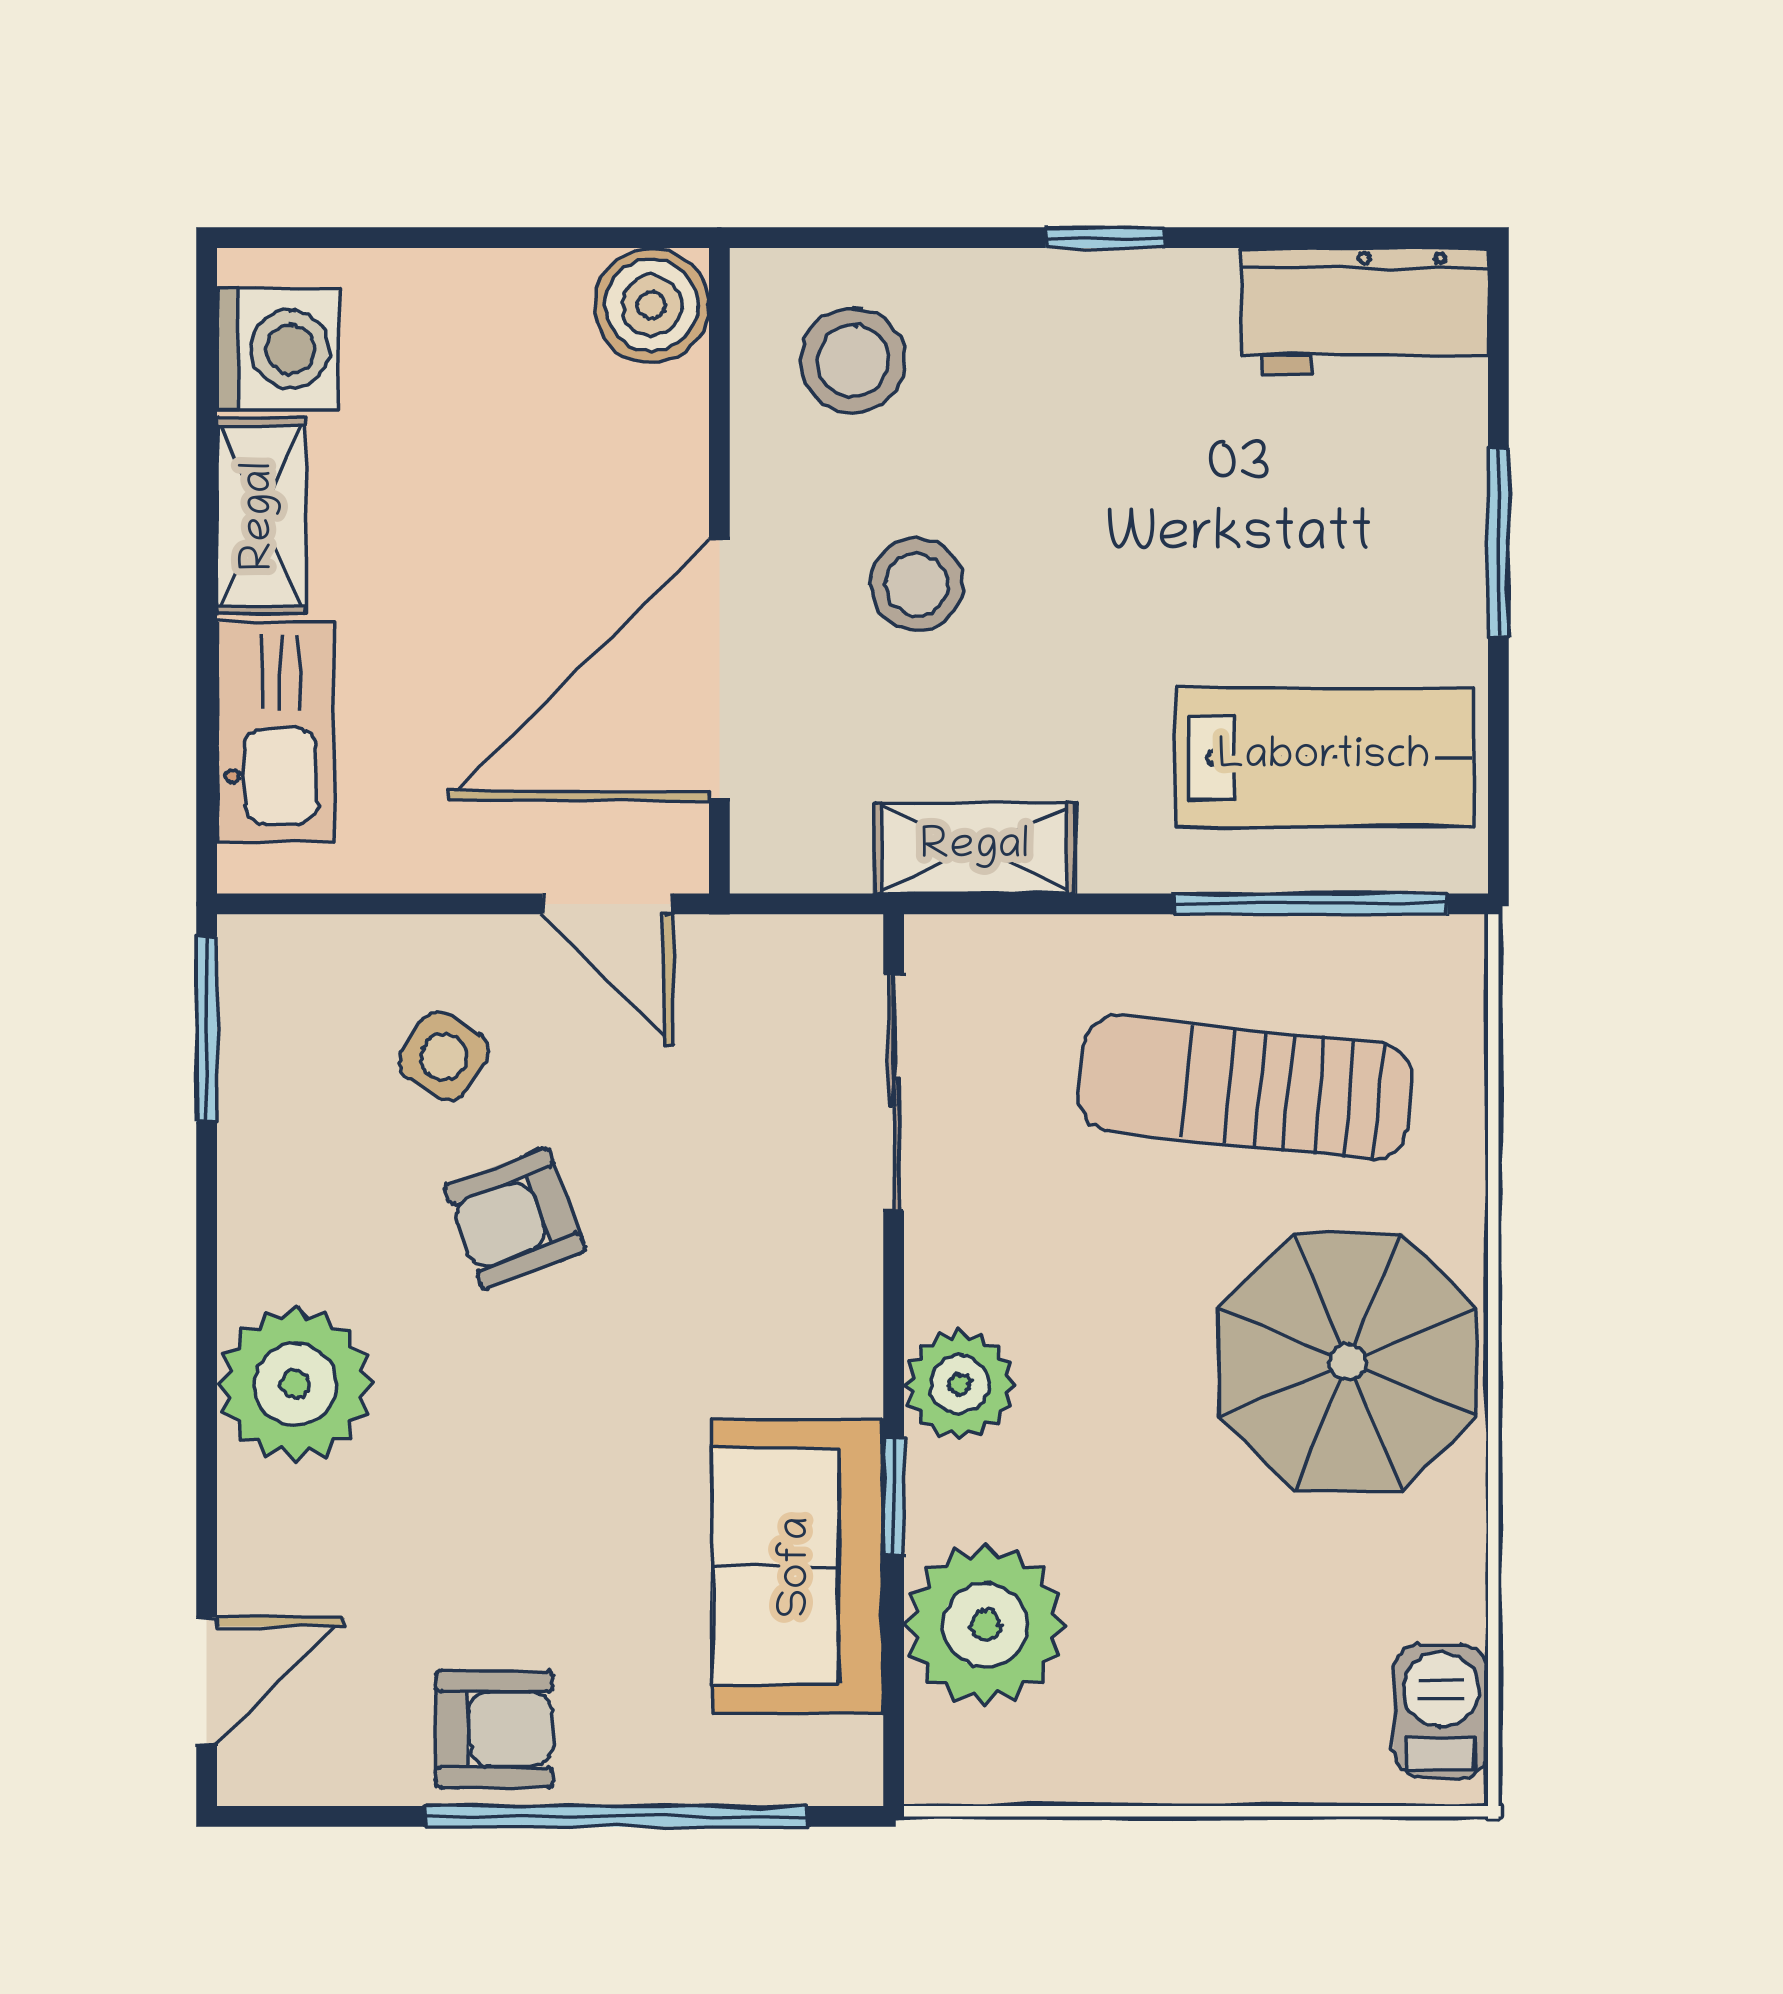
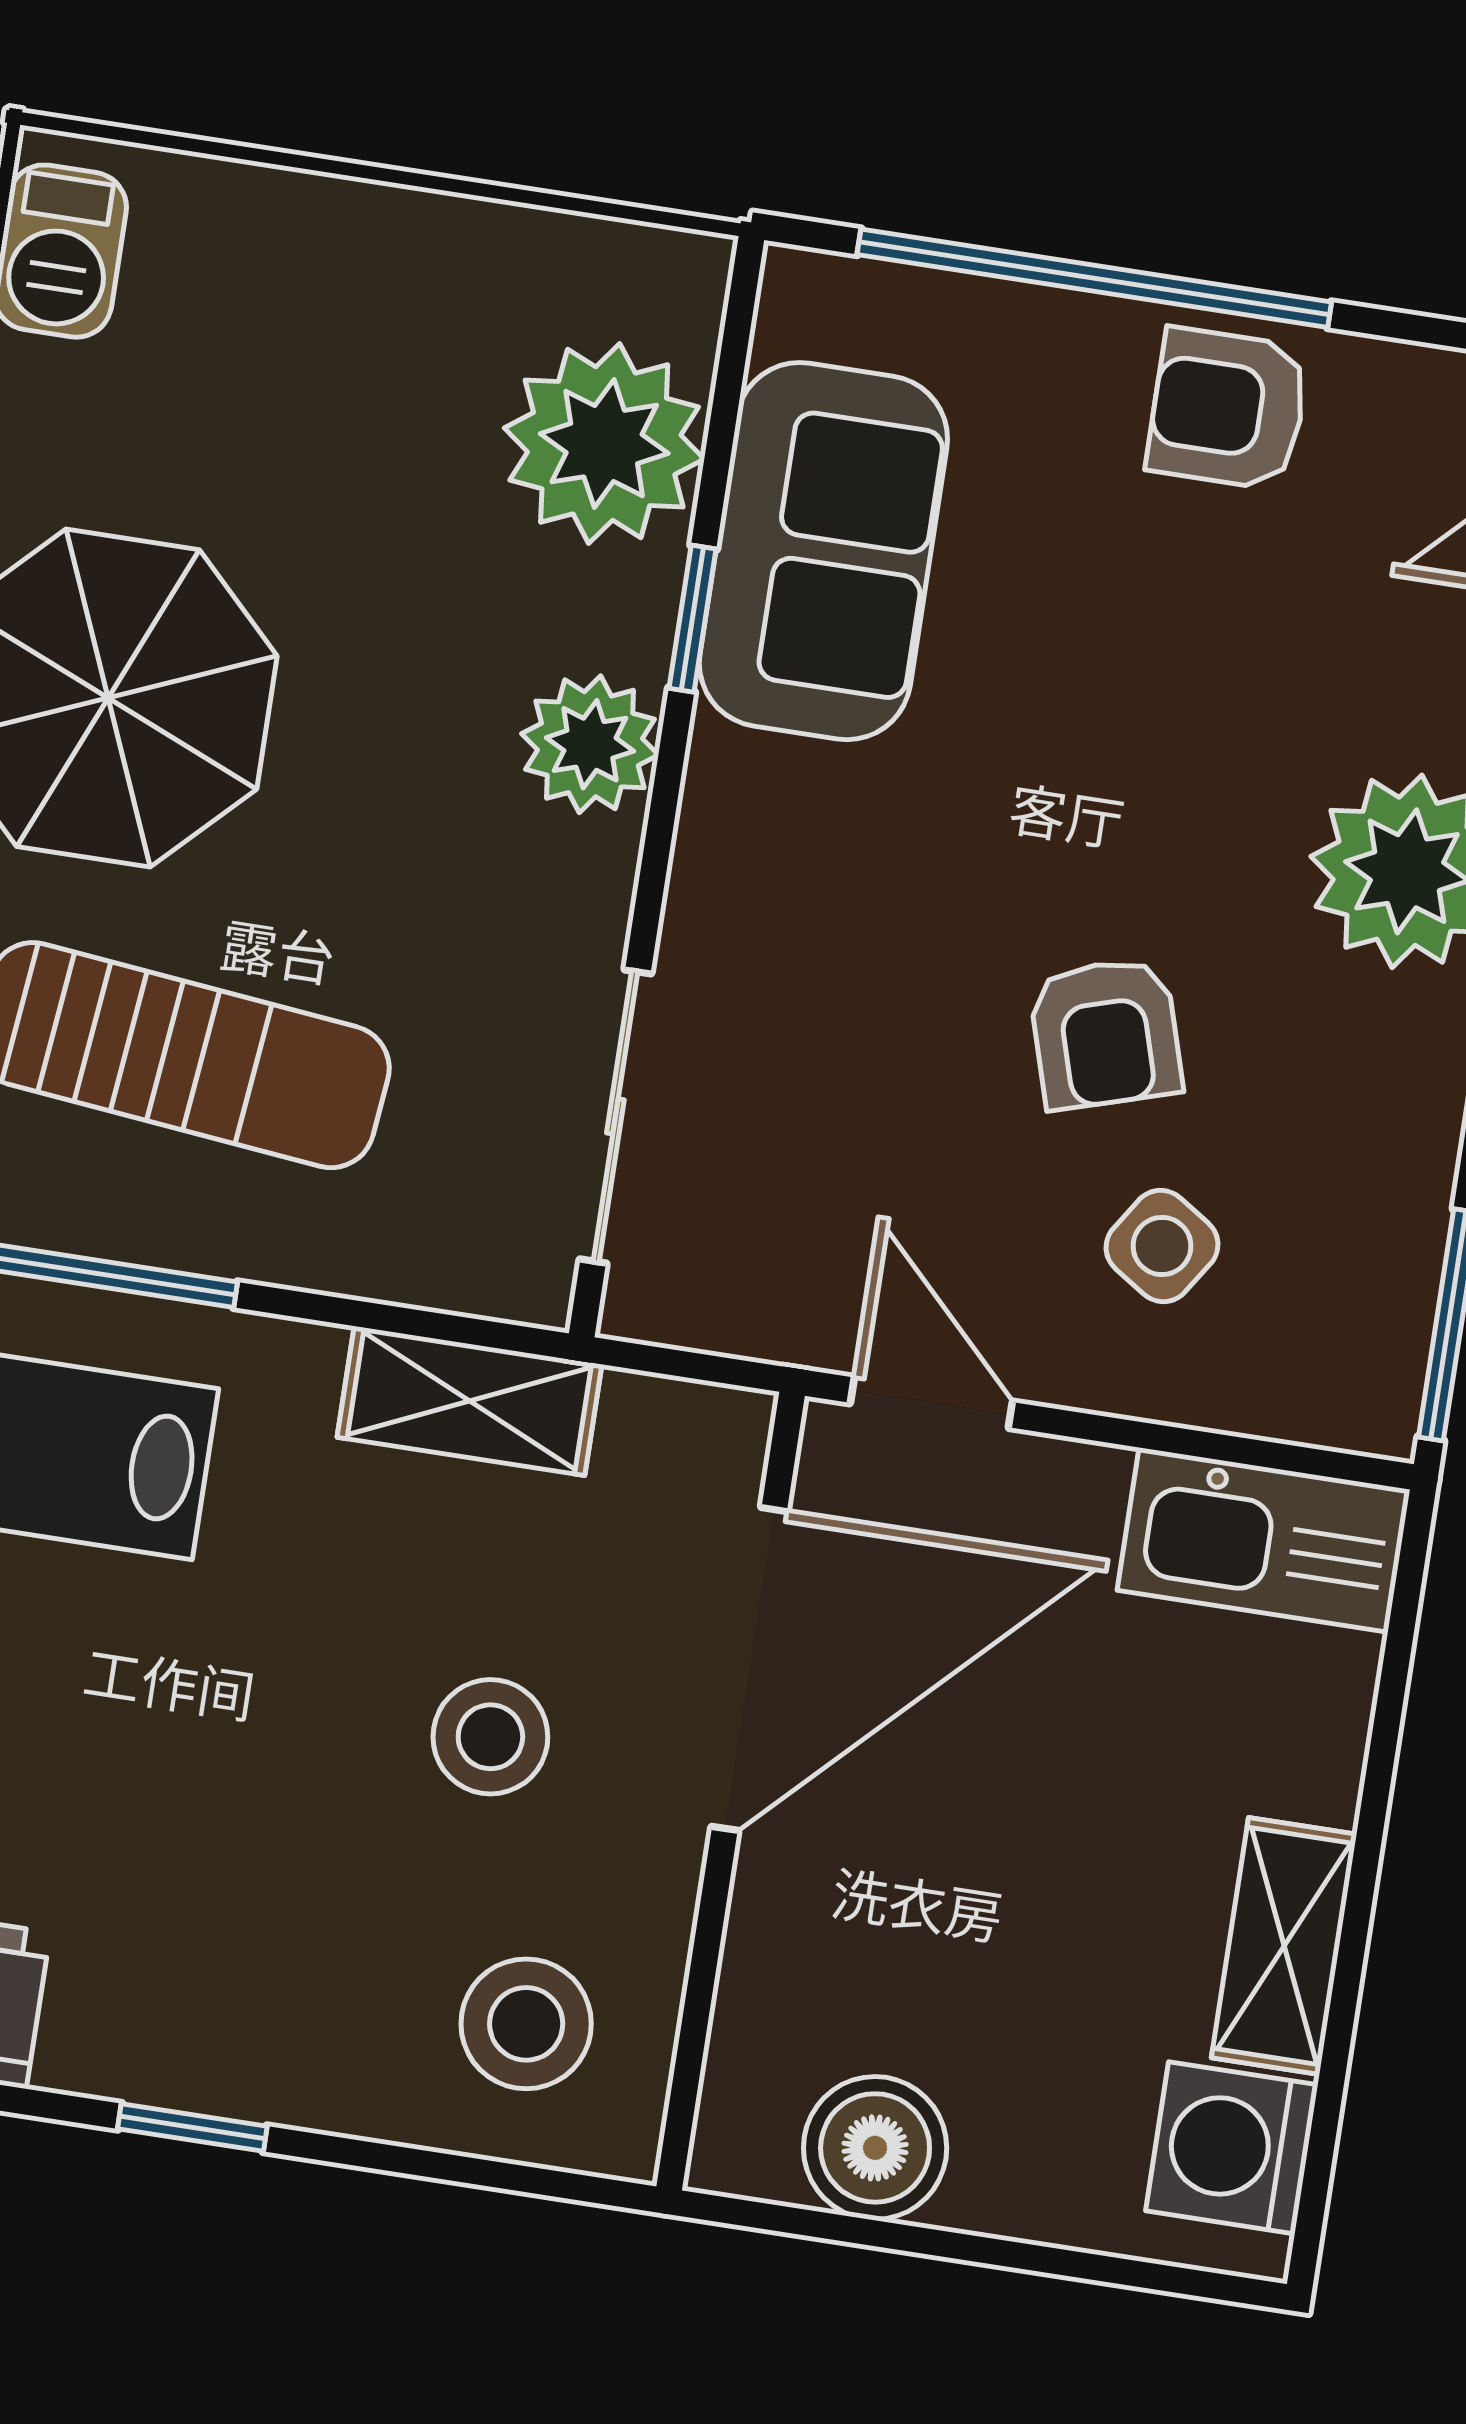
boiler: (652, 305) -> (875, 2148), moved
kitchen sink: (275, 732) -> (1264, 1540), moved, turned -90
armchair: (515, 1218) -> (1105, 1033), turned 94

